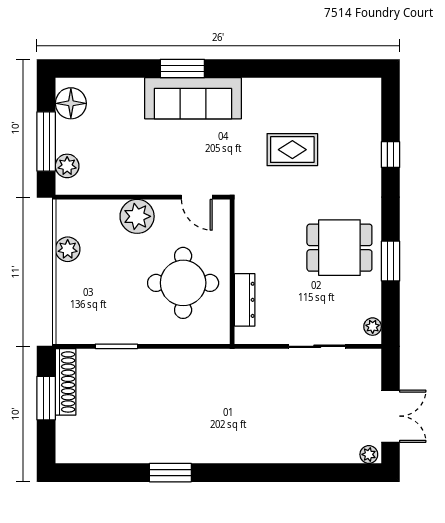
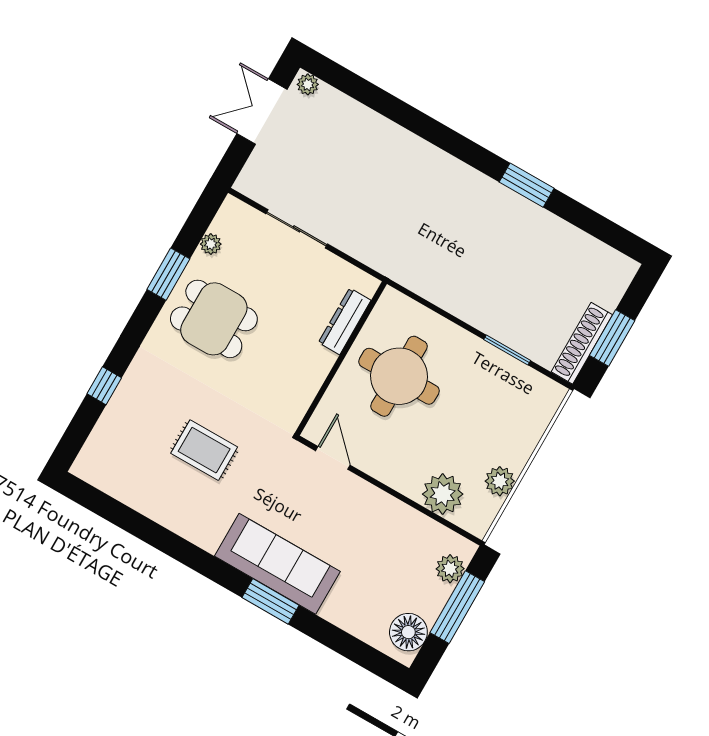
plant: (137, 216) -> (443, 494), moved
plant: (373, 327) -> (211, 244), moved

